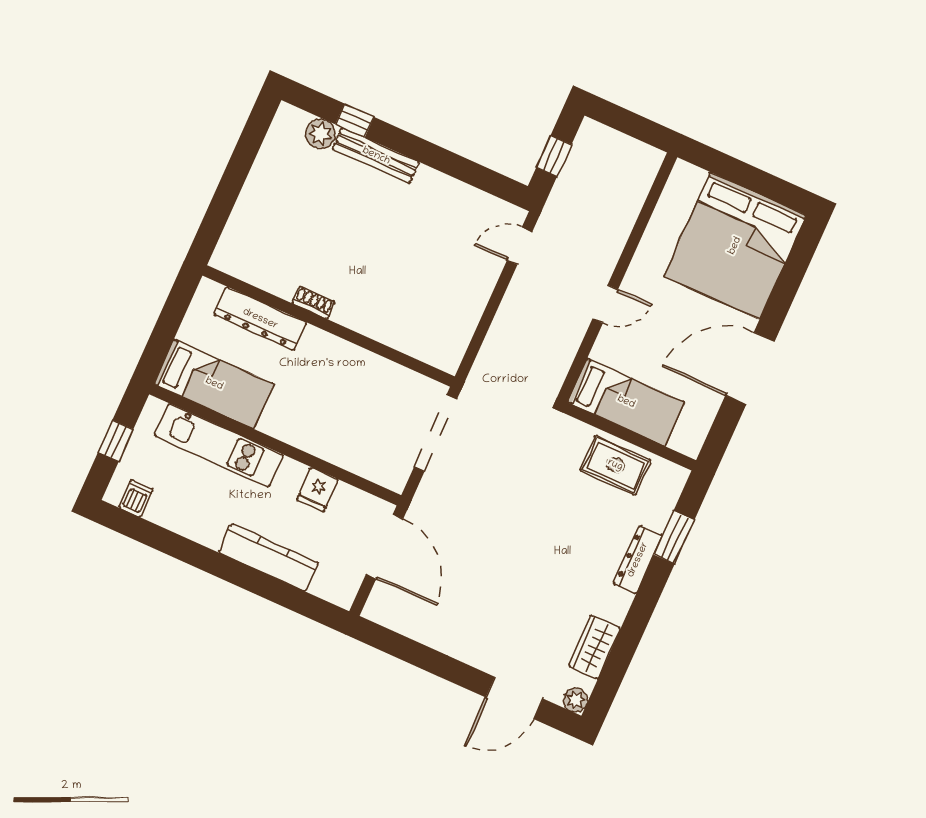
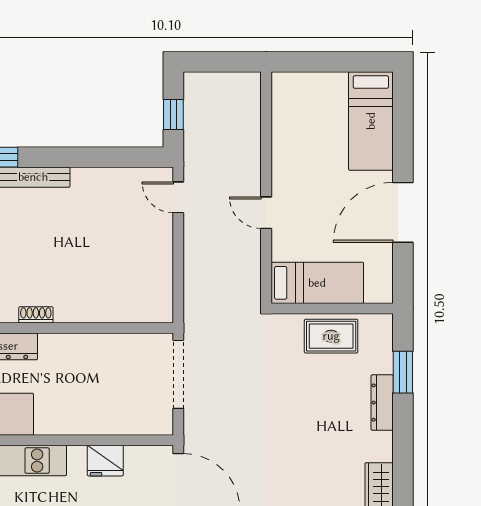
door: (520, 246) -> (178, 197), hinge flipped
bed: (735, 246) -> (371, 121), width x0.49
door: (605, 304) -> (266, 213), swing flipped
fridge: (318, 490) -> (105, 461), width x1.38

